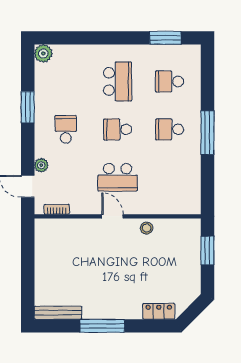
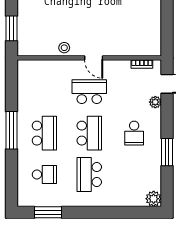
school desk: (118, 129) -> (89, 133), width x1.85
school desk: (169, 129) -> (44, 133), width x1.85

